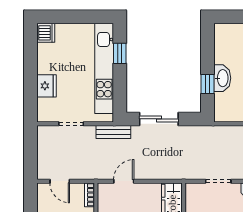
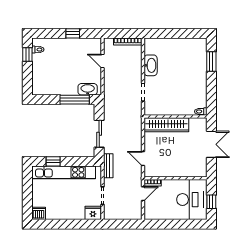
washbasin: (222, 78) -> (88, 89), moved
window: (208, 84) -> (75, 100), width x2.17
fridge: (46, 86) -> (93, 213), moved
door: (60, 181) -> (143, 194), moved

